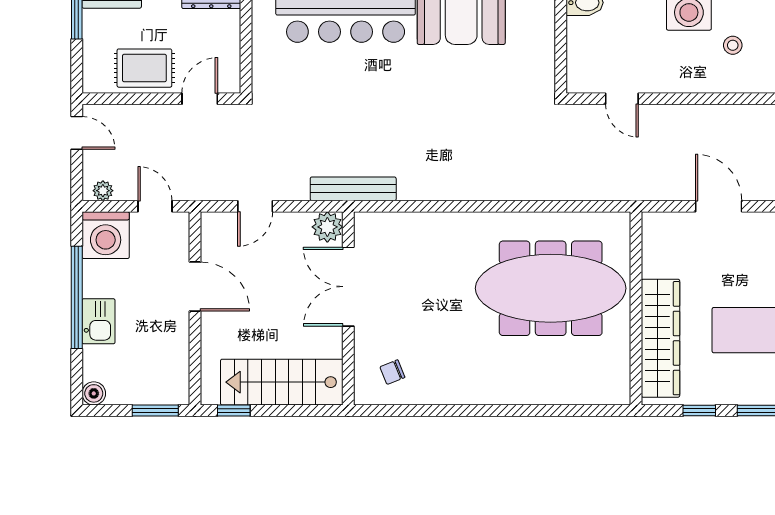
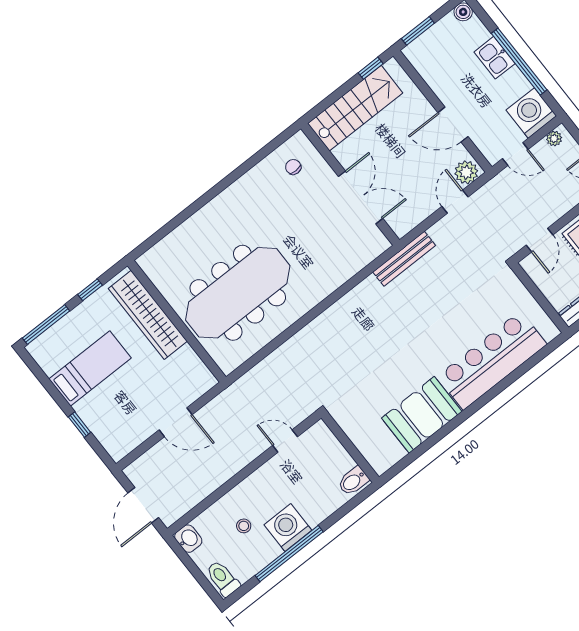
plant: (327, 227) -> (466, 172), moved
chair: (392, 372) -> (293, 167), turned -68

